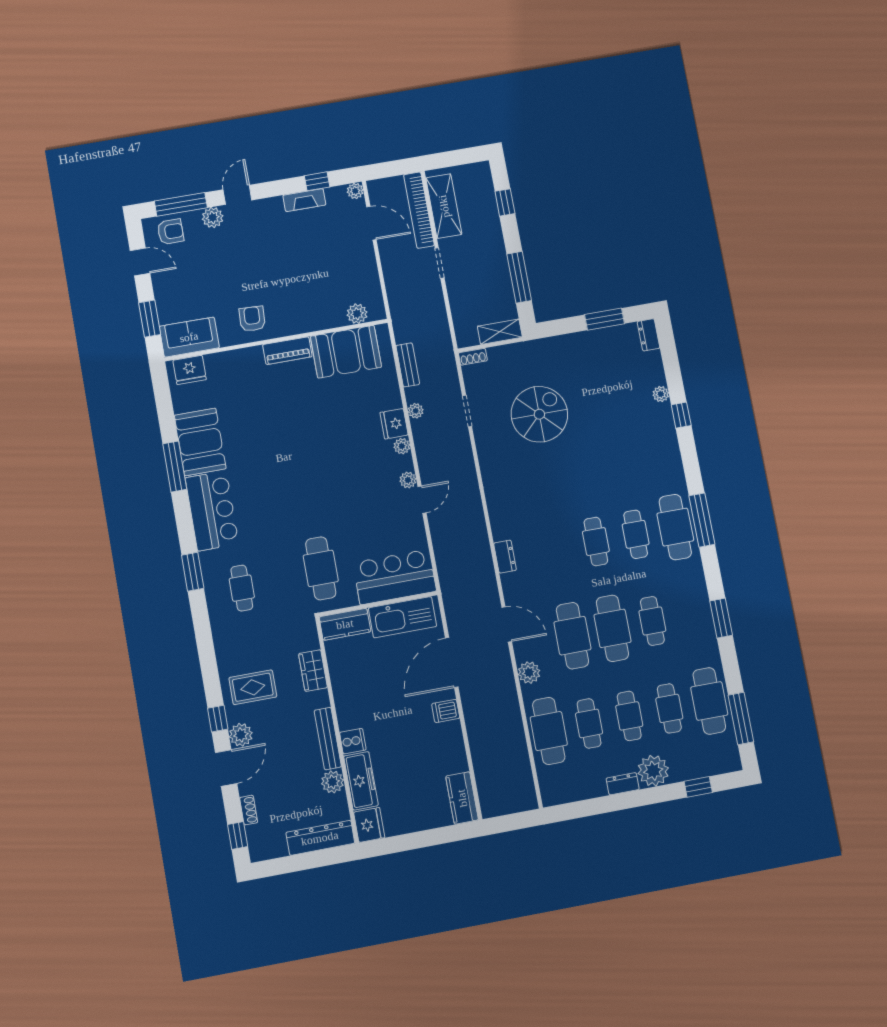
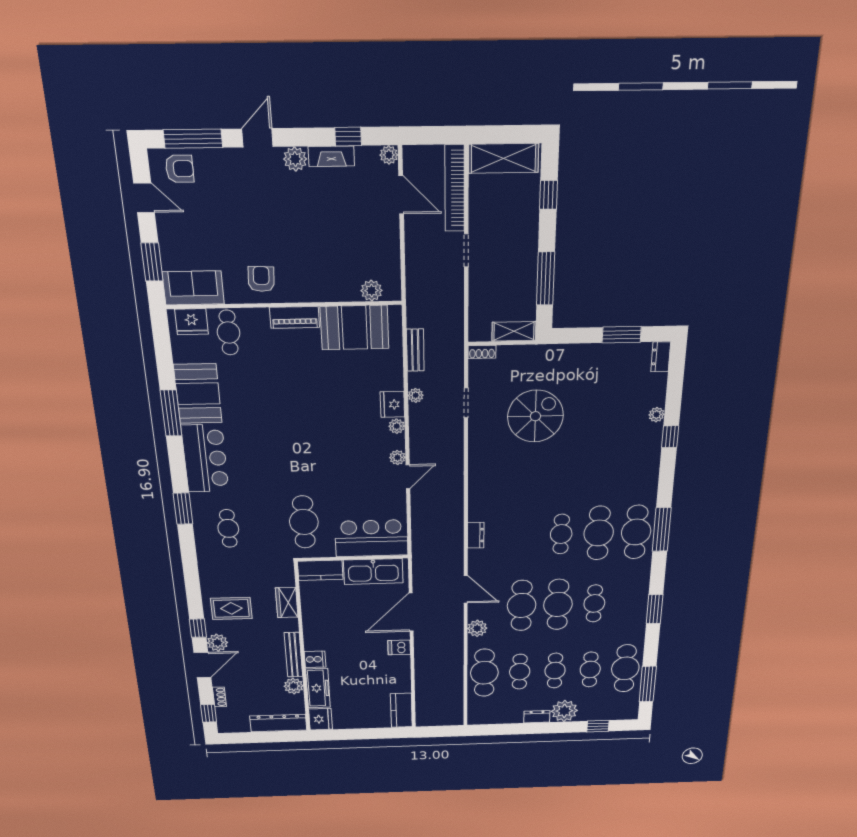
shelving: (444, 206) -> (503, 158), moved, turned 90
plant: (213, 218) -> (295, 159), moved
cafe table: (226, 375) -> (229, 333), added
cafe table: (636, 534) -> (599, 533), width x1.37, depth x1.35

